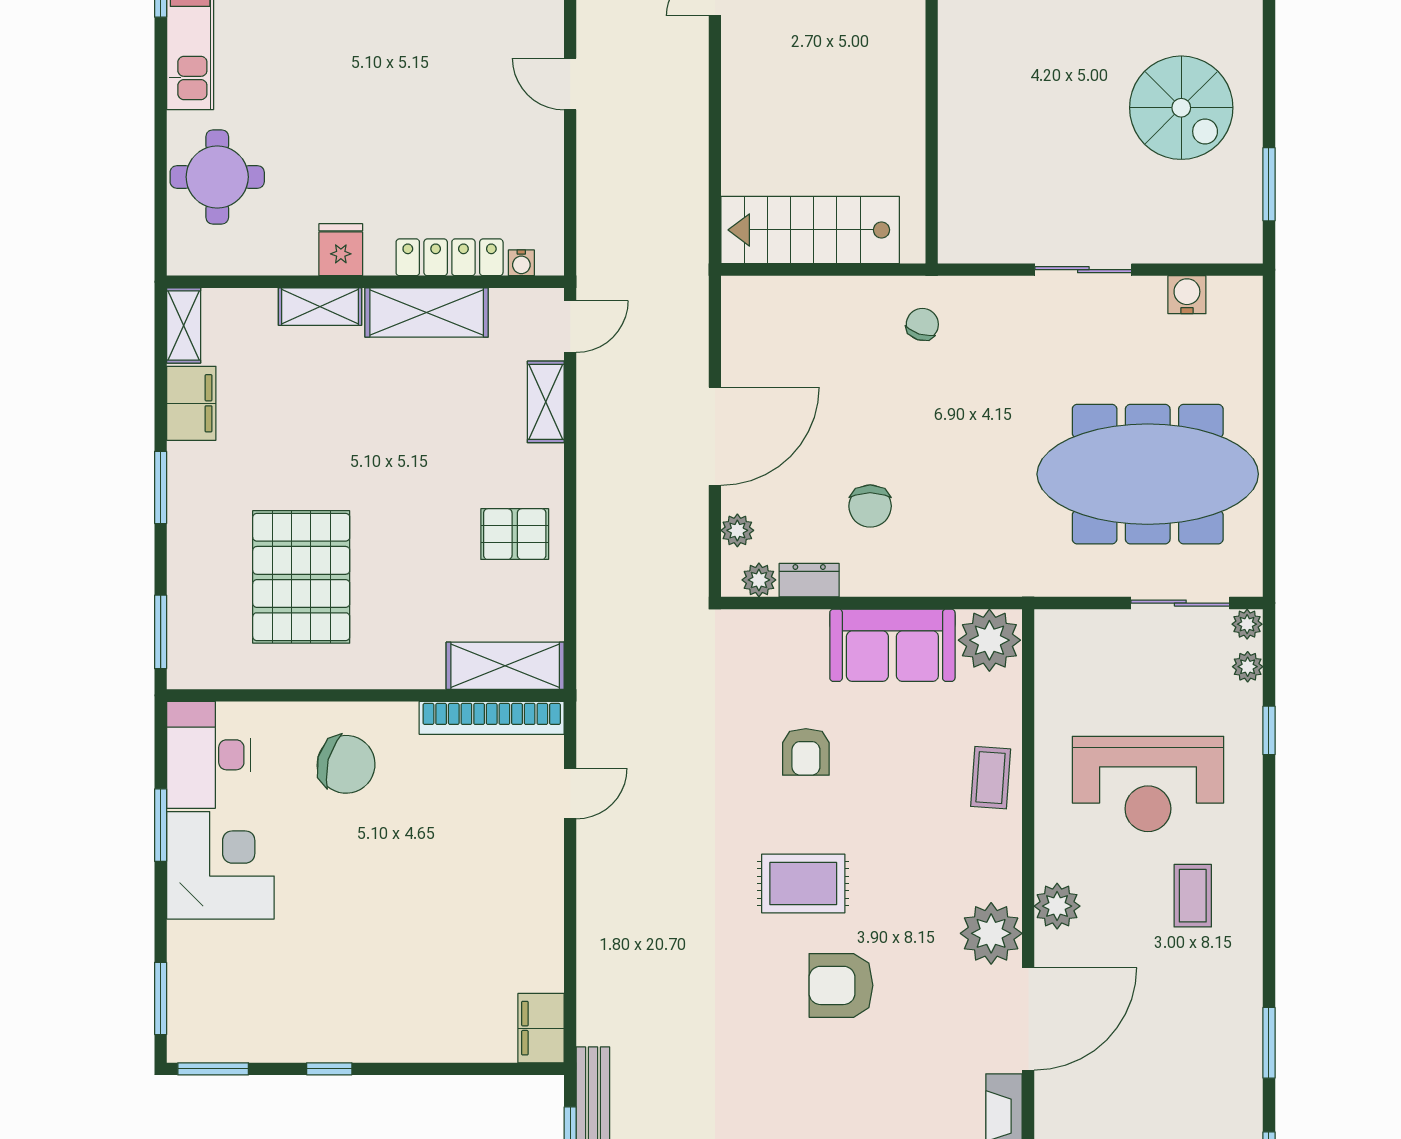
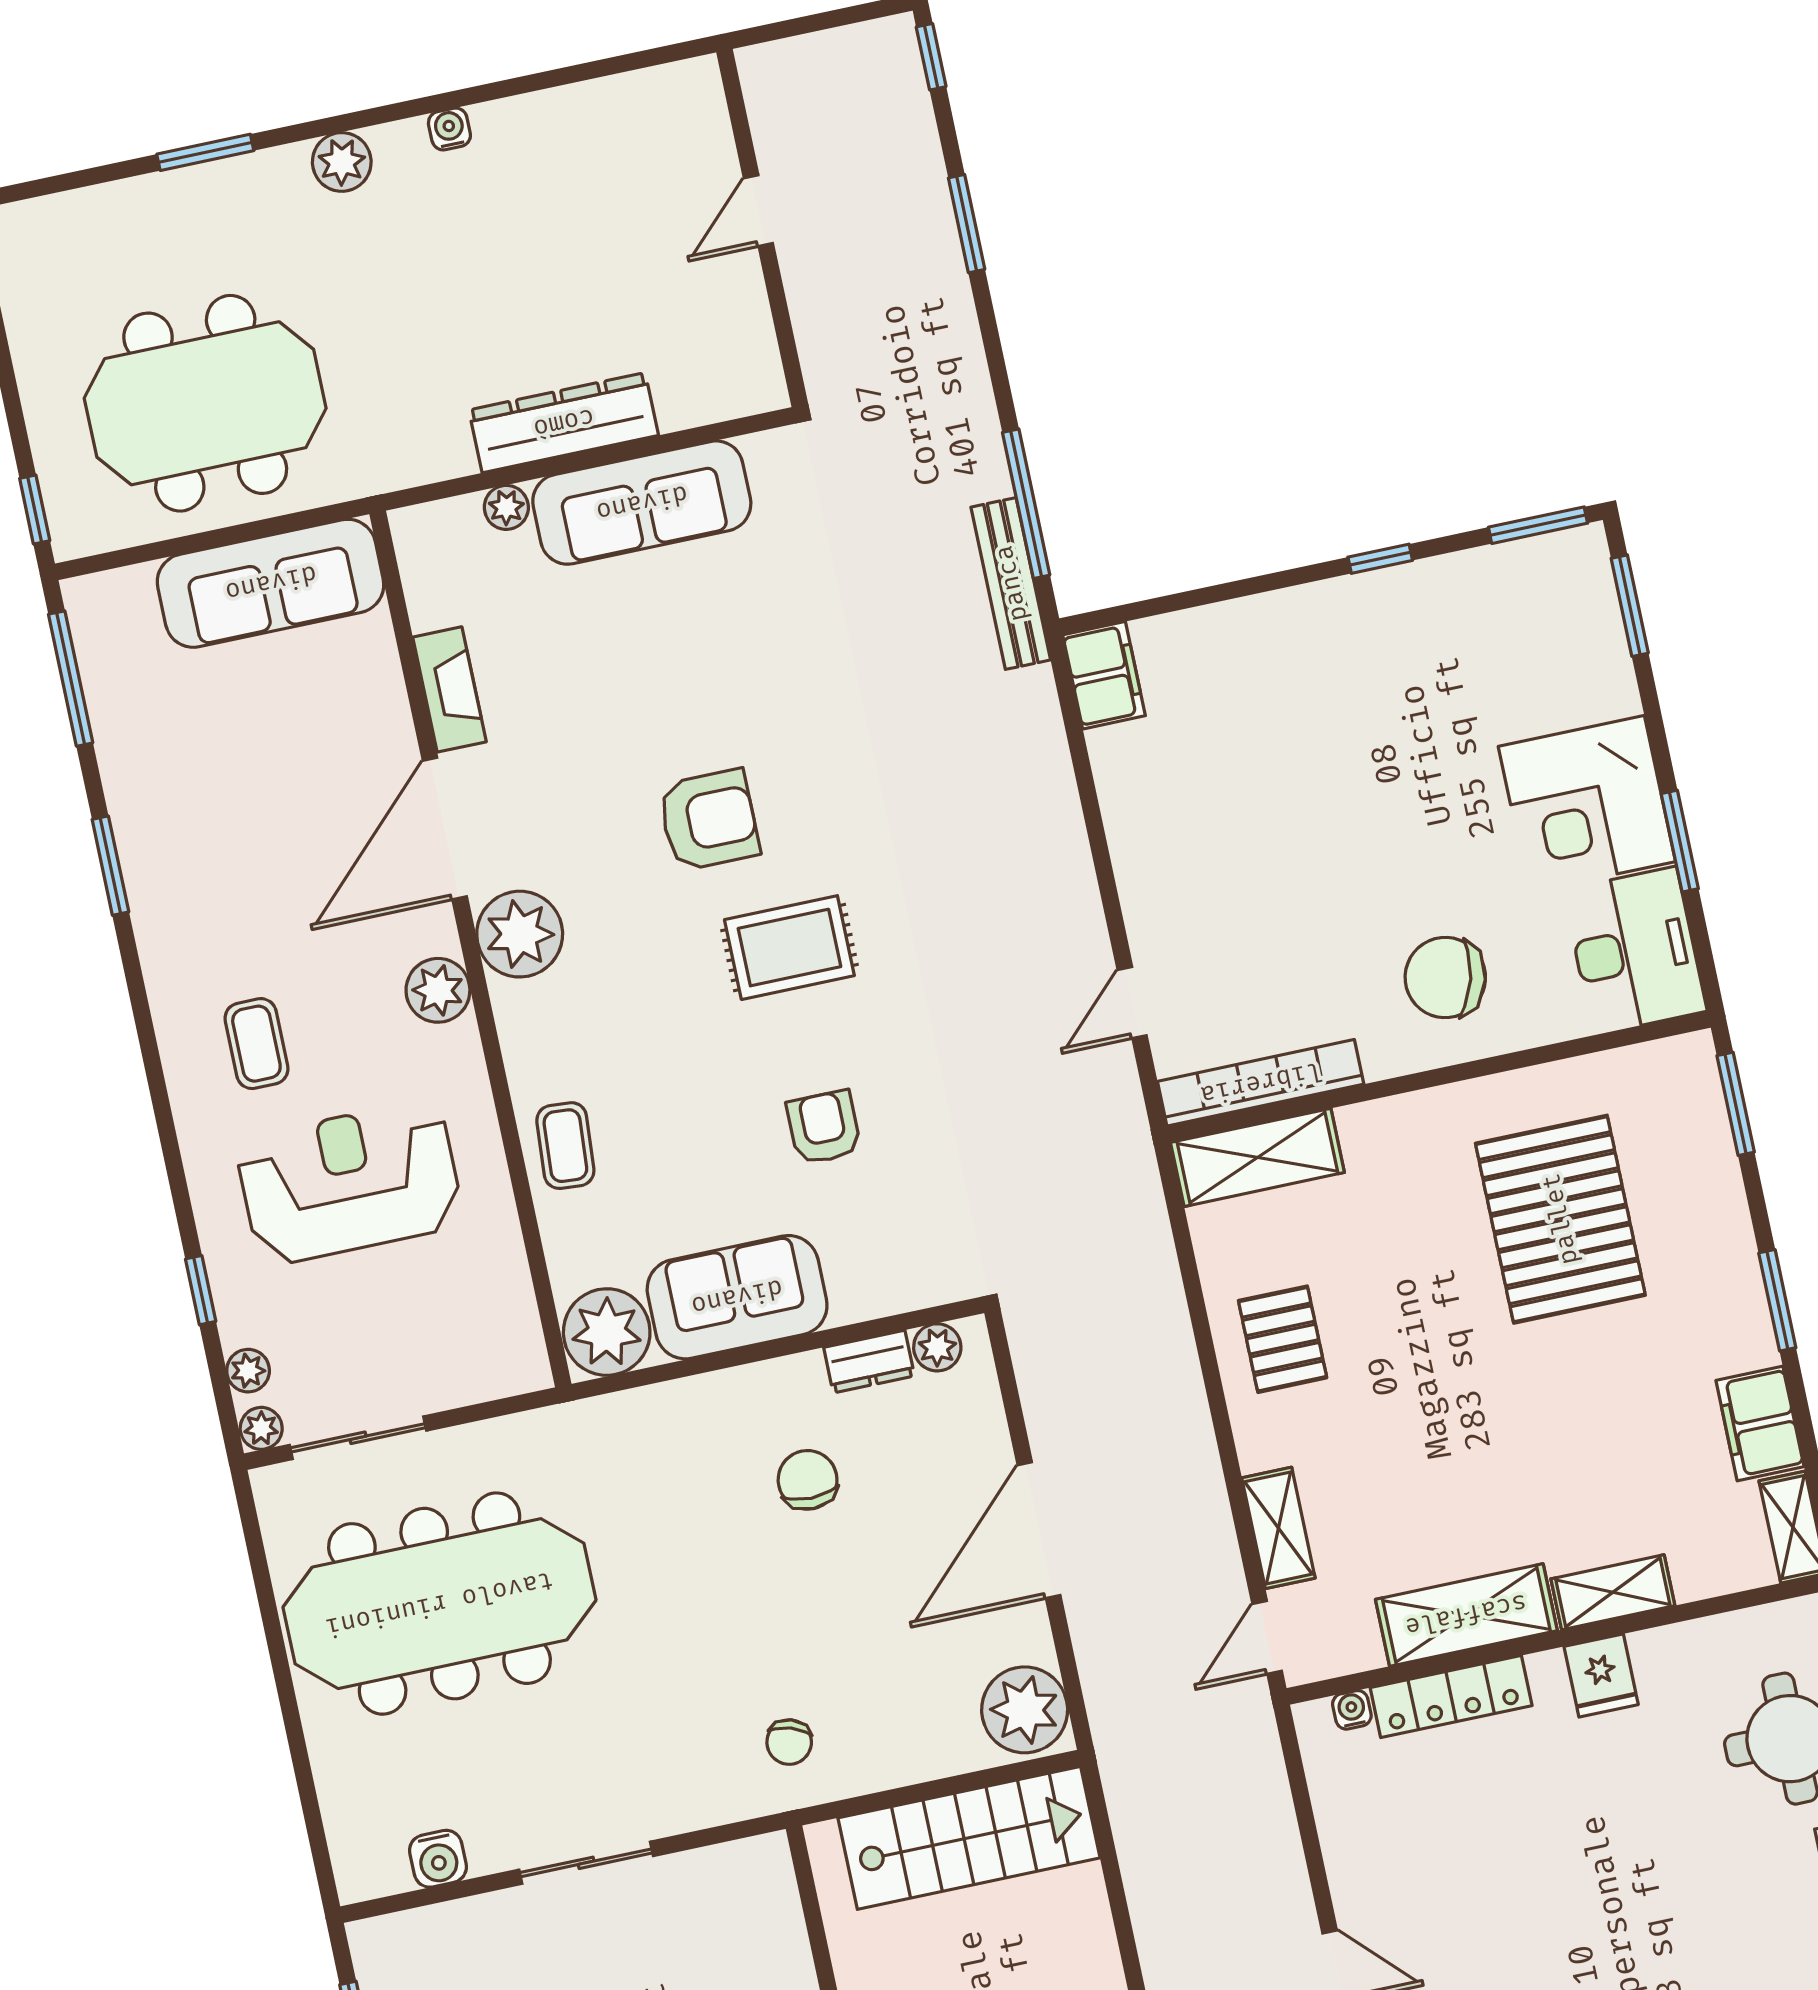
plant: (737, 530) -> (1025, 1710), moved, width x1.87, depth x1.87
pallet: (515, 534) -> (1283, 1339), turned 90

